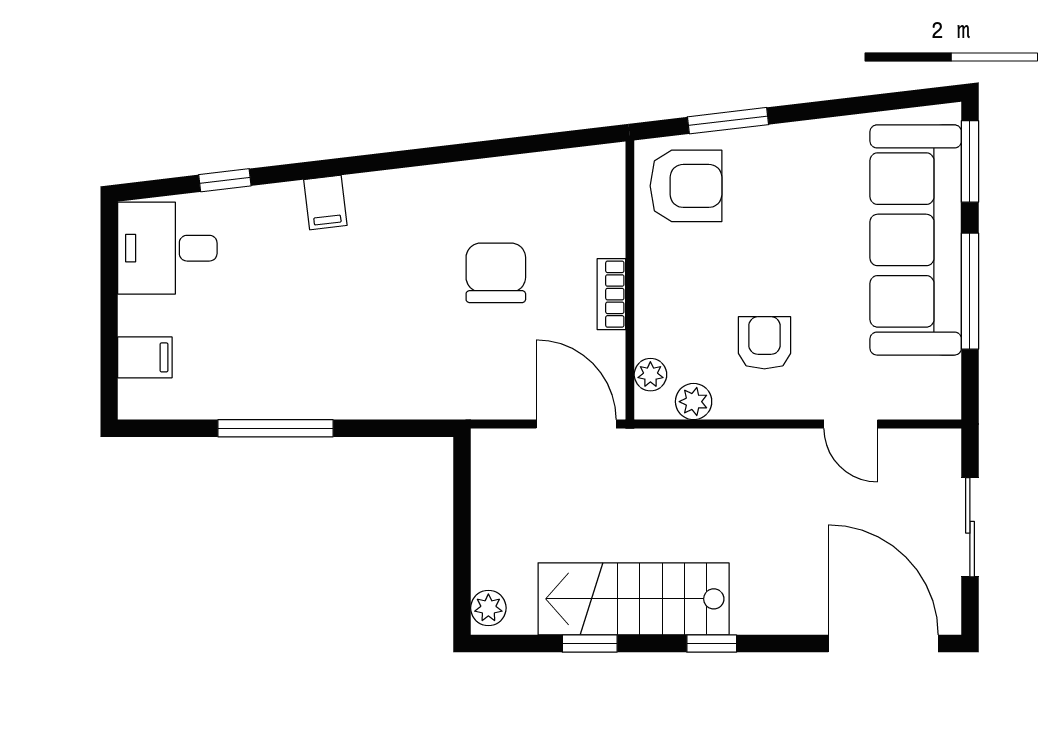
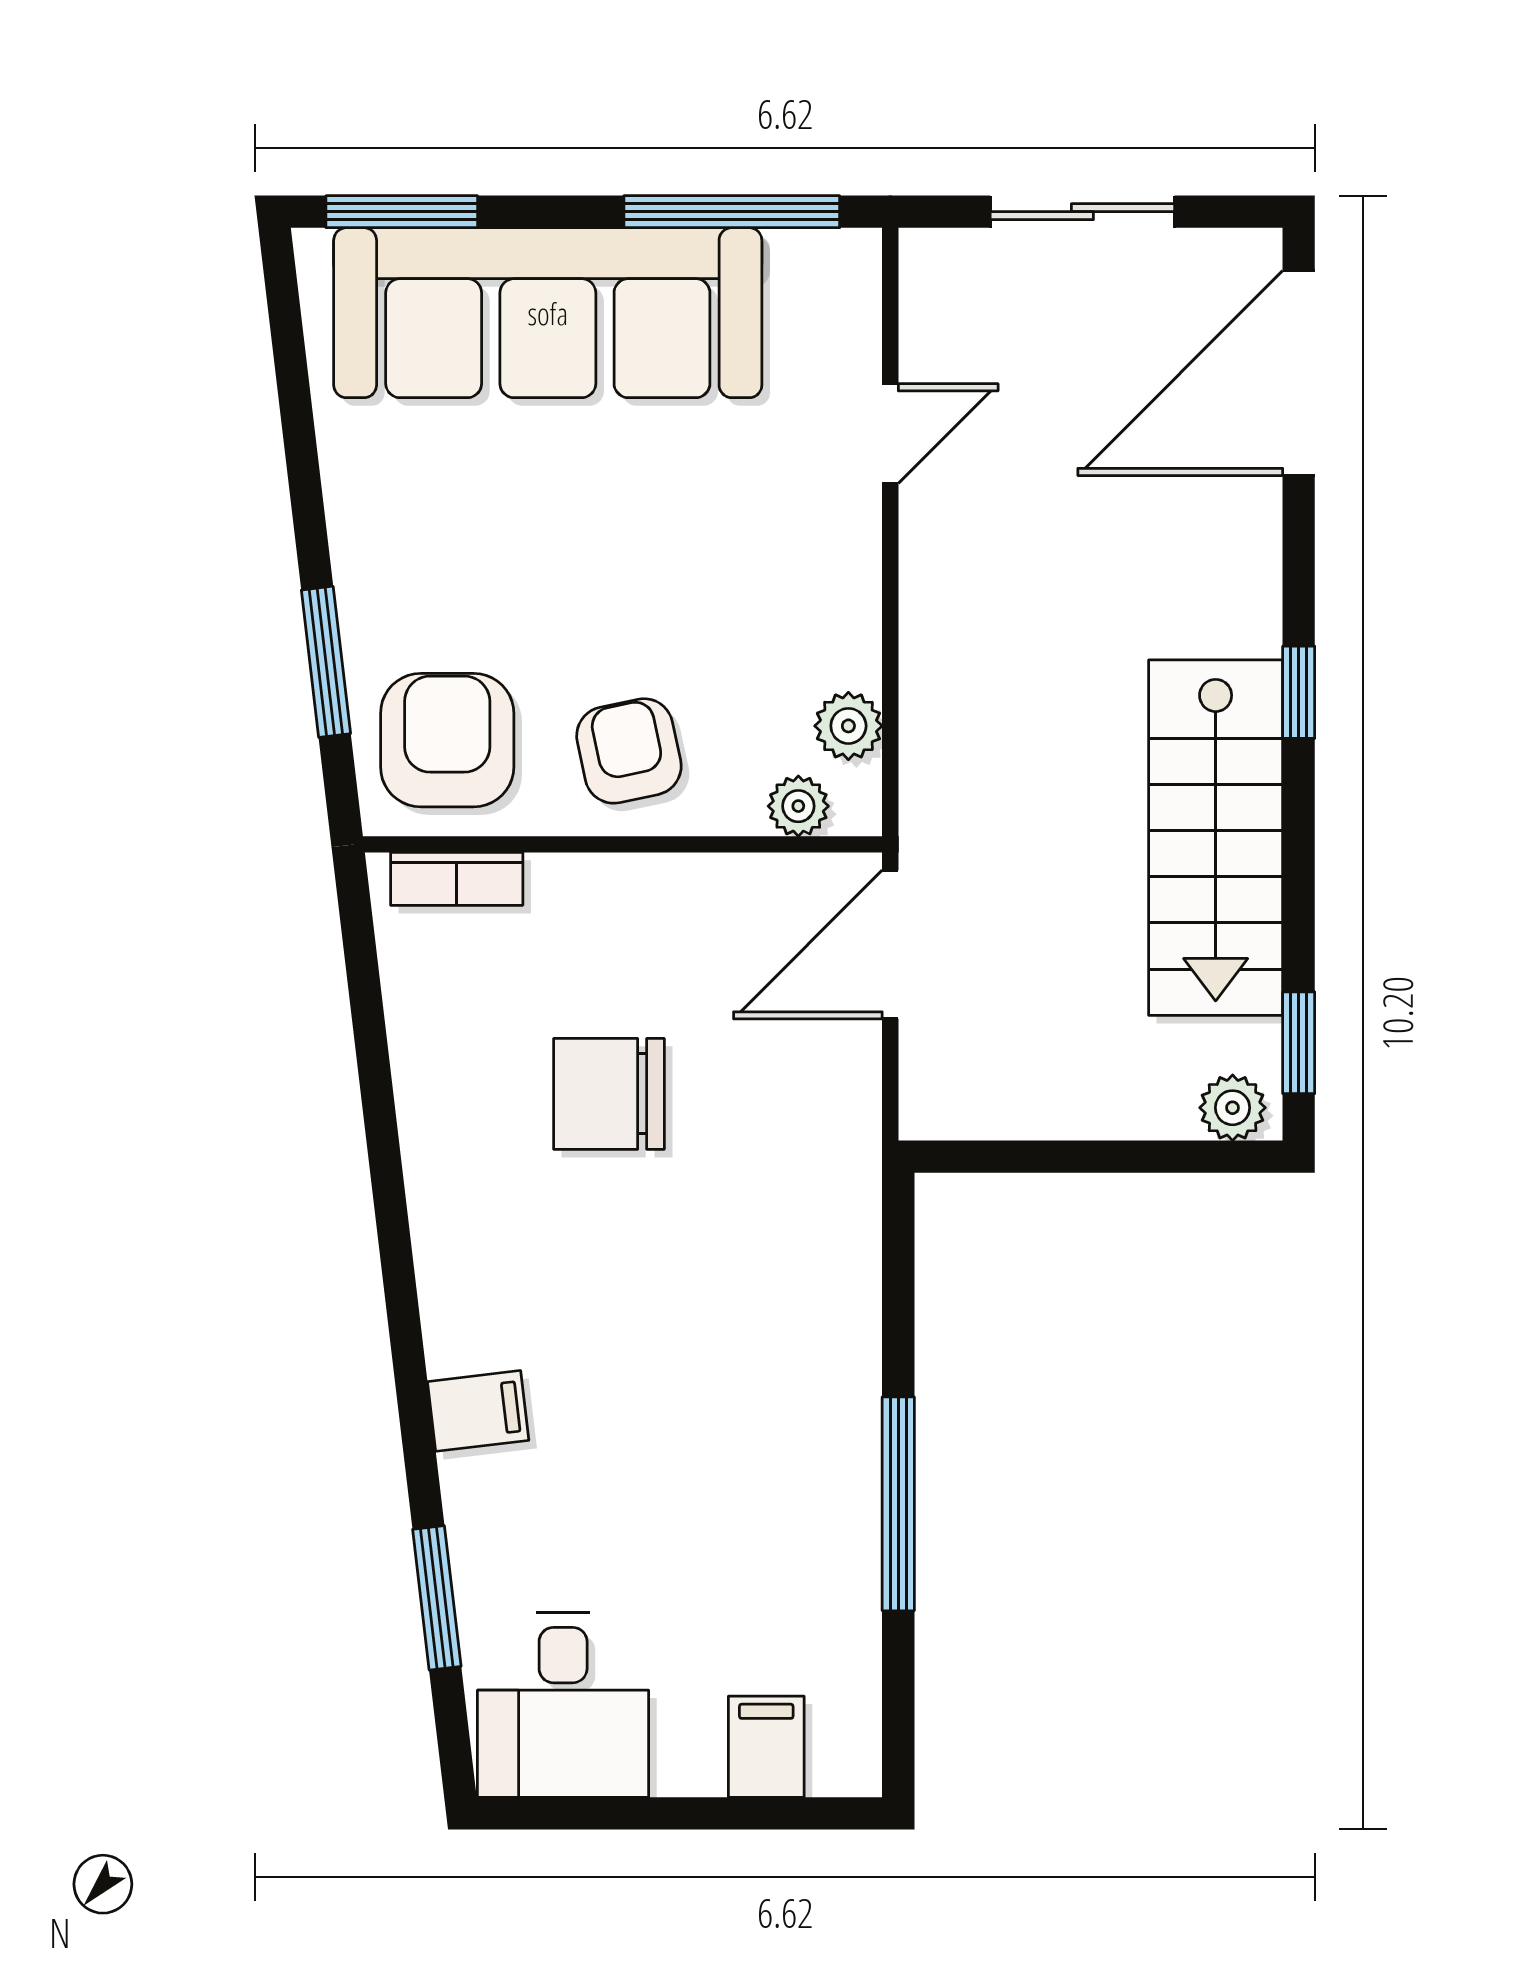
window: (225, 180) -> (437, 1598), width x1.50
window: (970, 291) -> (732, 212), moved
bookcase: (611, 294) -> (457, 879), moved
armchair: (764, 343) -> (629, 751), moved, turned 78
window: (590, 644) -> (1299, 1043), moved

